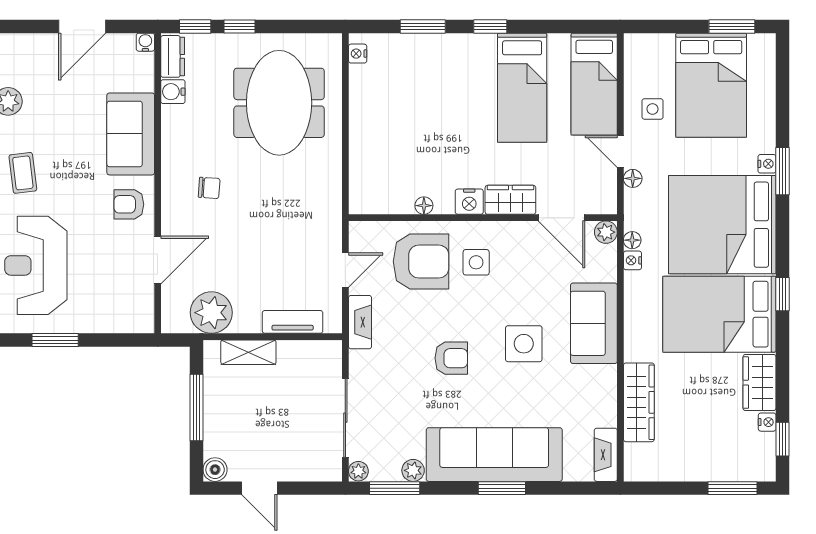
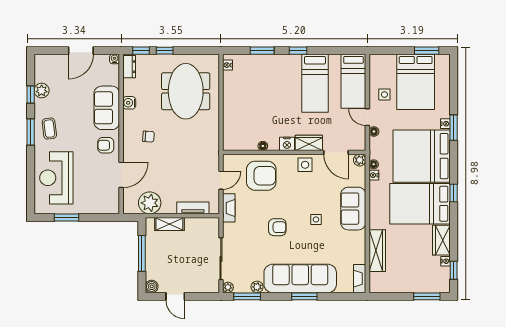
water cooler: (173, 92) -> (129, 103), moved
side table: (476, 262) -> (305, 165), moved
side table: (524, 344) -> (316, 219), width x0.54, depth x0.54

